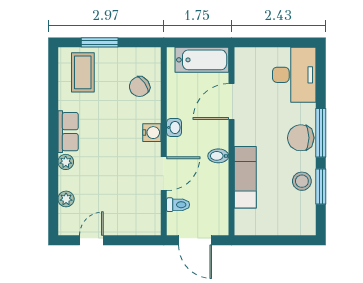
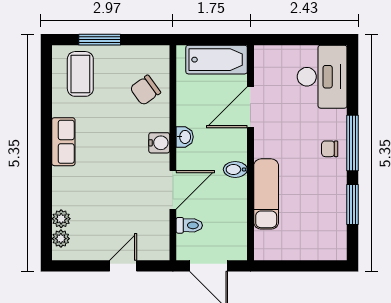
chair: (301, 138) -> (330, 149), width x0.54, depth x0.54
plant: (66, 162) -> (61, 239), moved
stool: (302, 181) -> (331, 198), removed
door: (91, 240) -> (123, 266), moved

